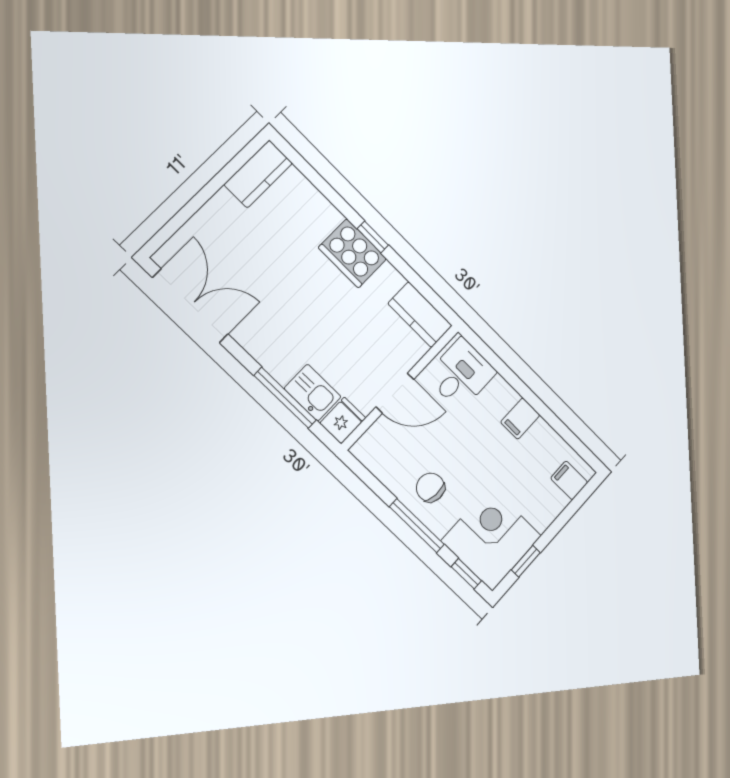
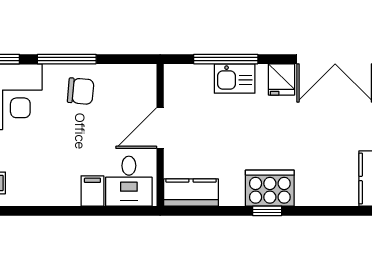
kitchen sink: (313, 393) -> (235, 79), moved
filing cabinet: (520, 419) -> (92, 191), moved
fridge: (343, 421) -> (281, 79), moved

